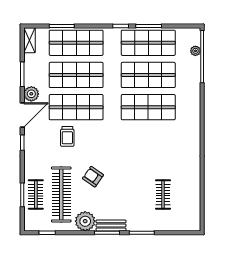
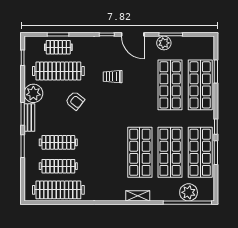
shelving: (30, 40) -> (138, 196), moved
plant: (195, 51) -> (189, 192), width x1.87, depth x1.87
plant: (31, 94) -> (164, 43), moved
shop shelf: (76, 107) -> (140, 85), removed
armchair: (93, 177) -> (75, 101), turned 93
clothes rail: (138, 194) -> (58, 142), added
clothes rail: (163, 194) -> (58, 166), width x1.36
clothes rail: (188, 194) -> (58, 190), added

